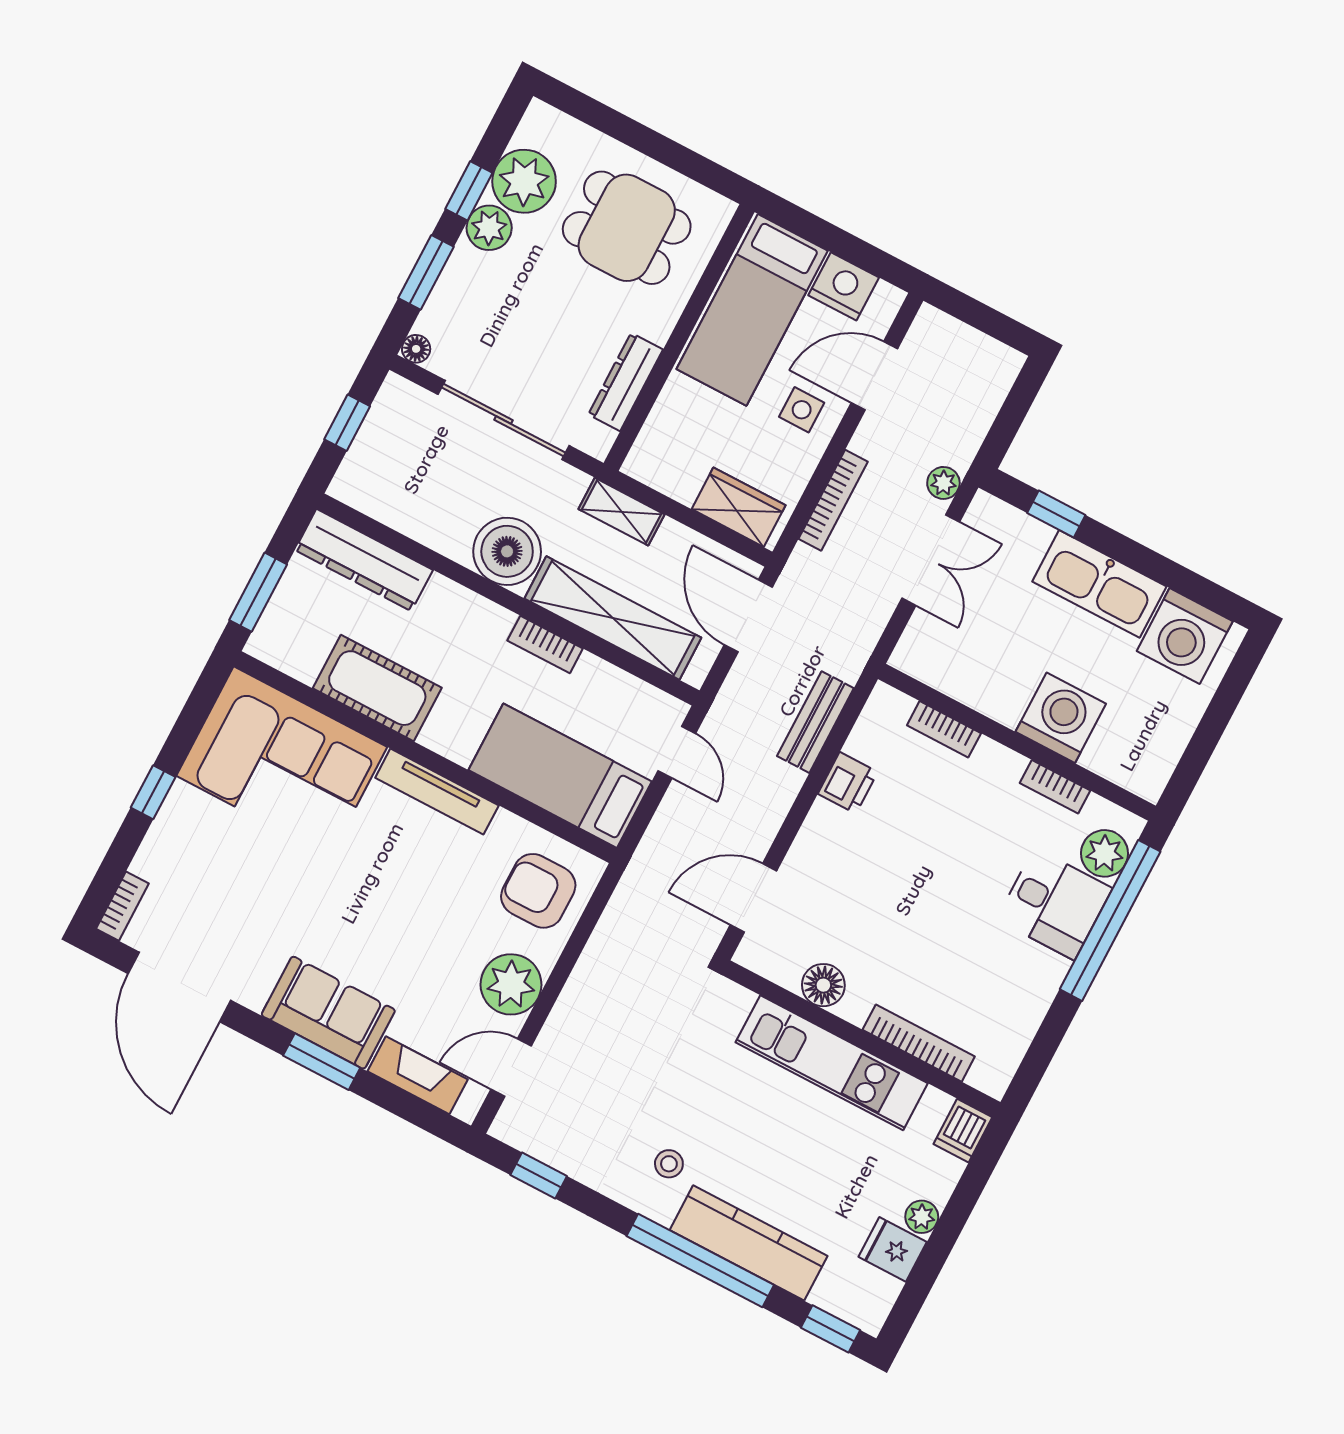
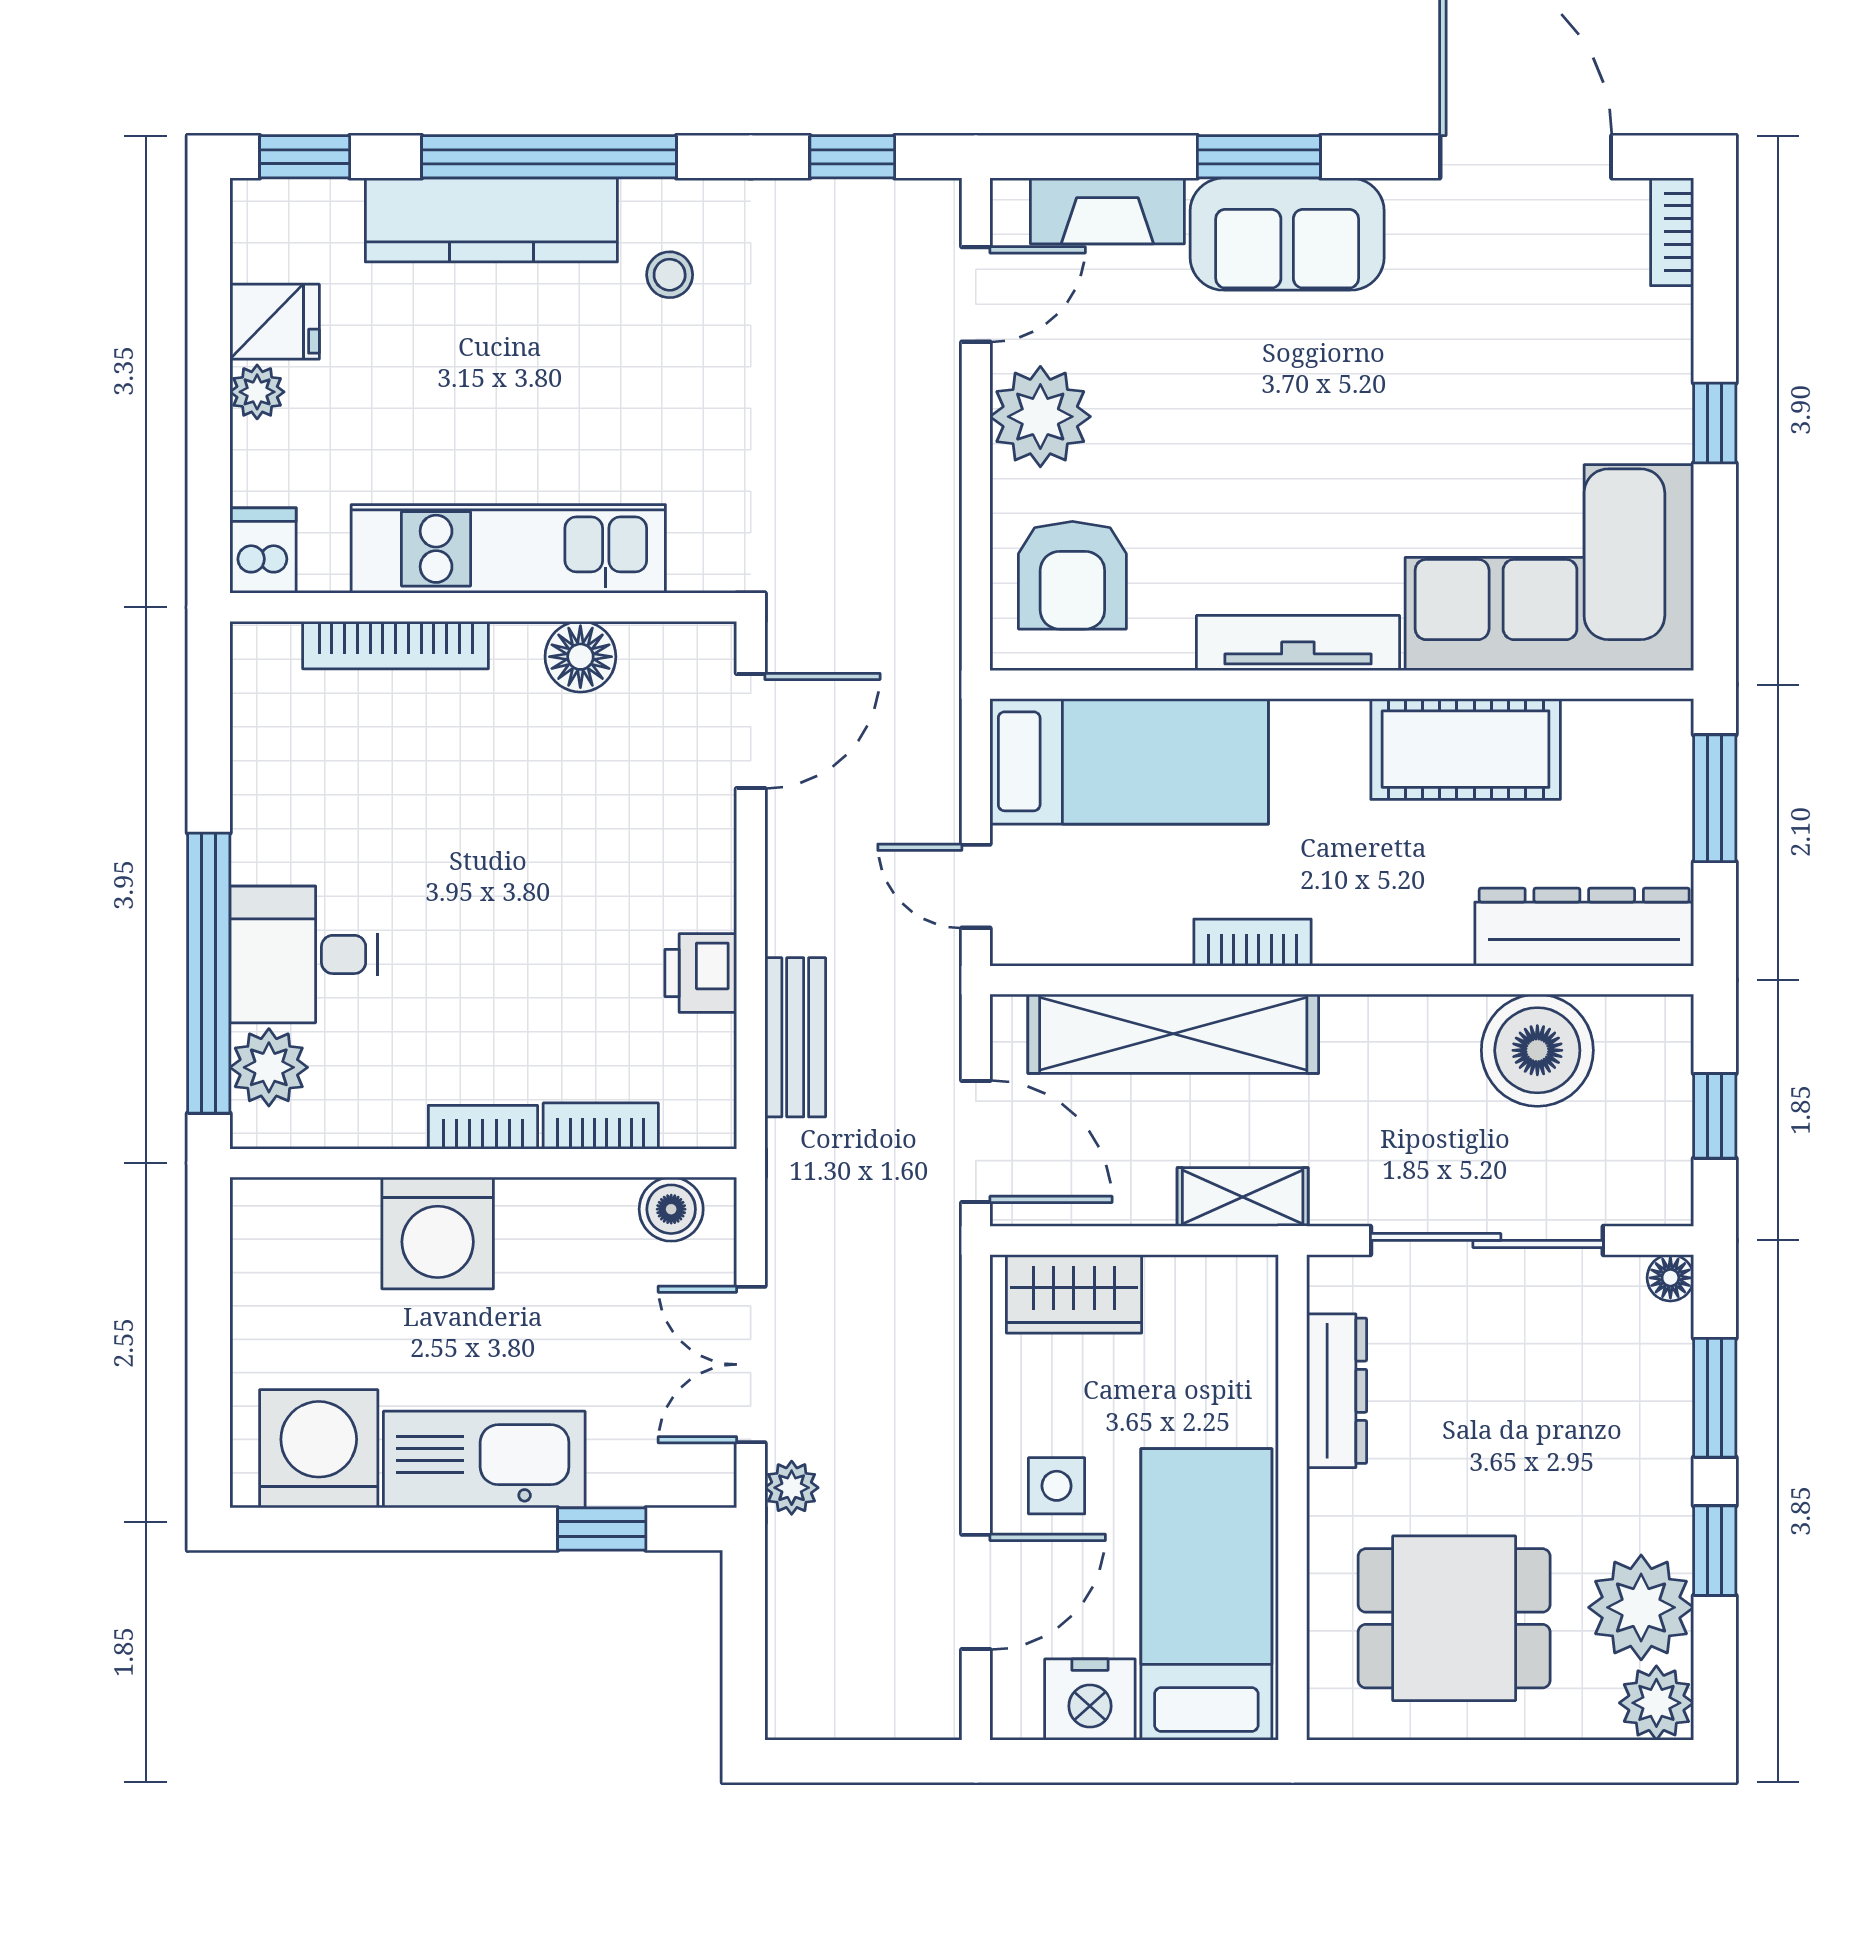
plant: (489, 228) -> (1656, 1703), moved
bookcase: (833, 500) -> (940, 1377), removed
boiler: (507, 551) -> (1537, 1050), moved
boiler: (930, 665) -> (671, 1209), added
bookcase: (1055, 787) -> (483, 1127), moved
armchair: (538, 891) -> (1072, 575), turned 90

